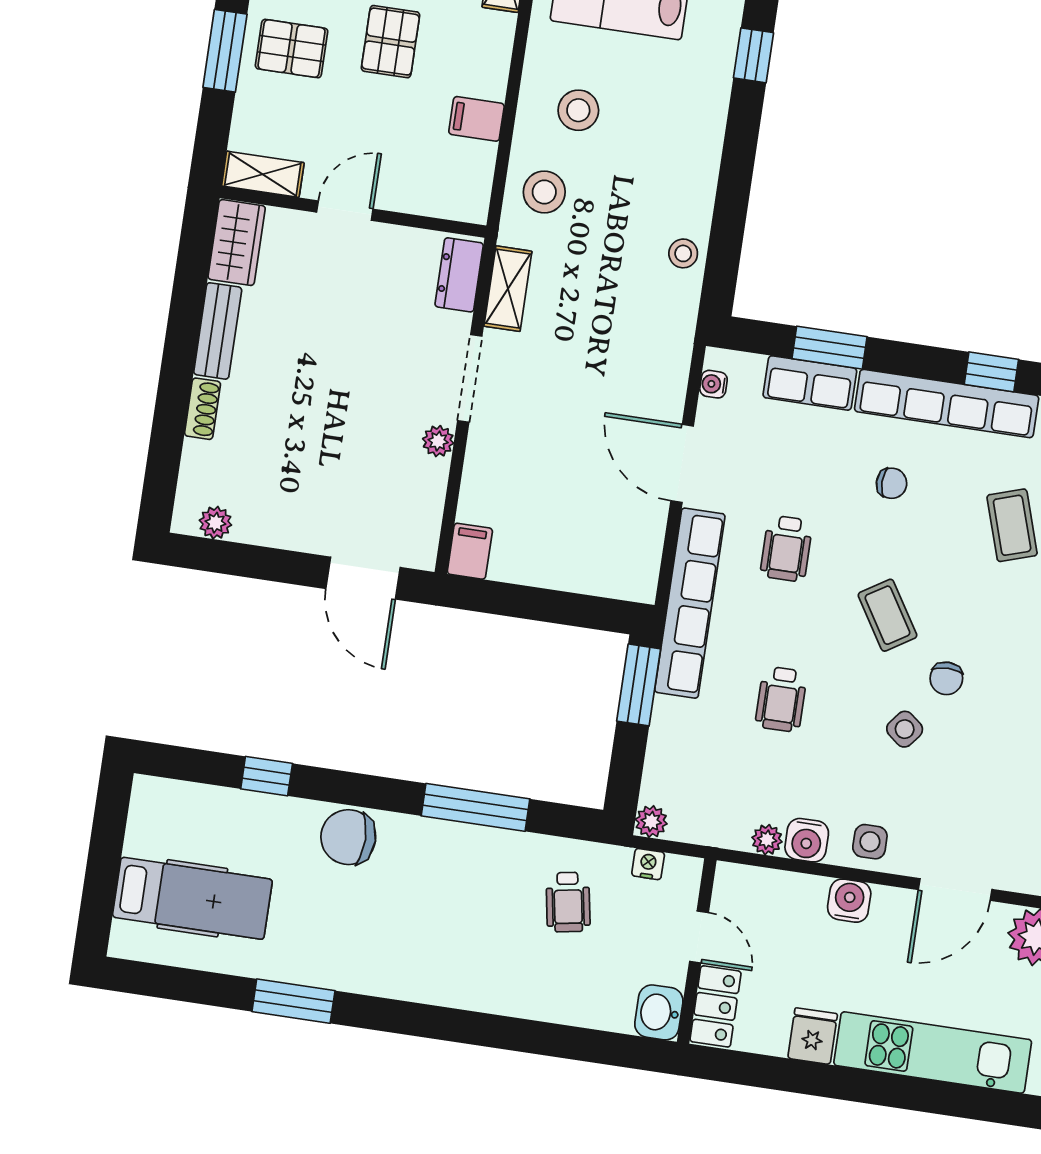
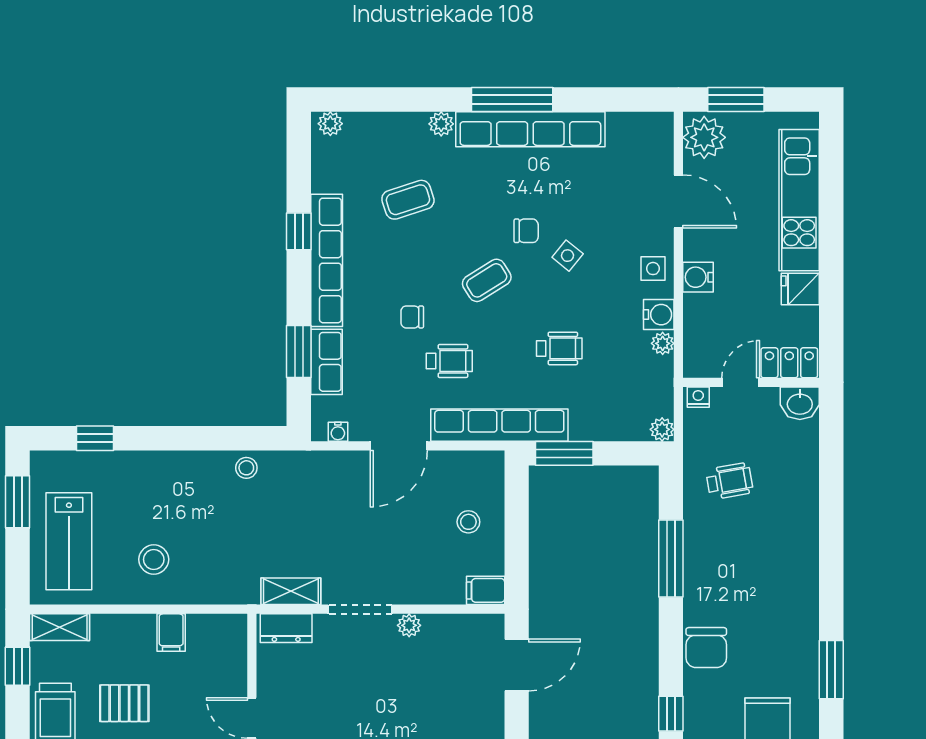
stool: (544, 192) -> (468, 522), moved, width x0.73, depth x0.73
chair: (892, 483) -> (412, 317), moved, turned -90
nightstand: (648, 864) -> (698, 397), moved, turned 90

